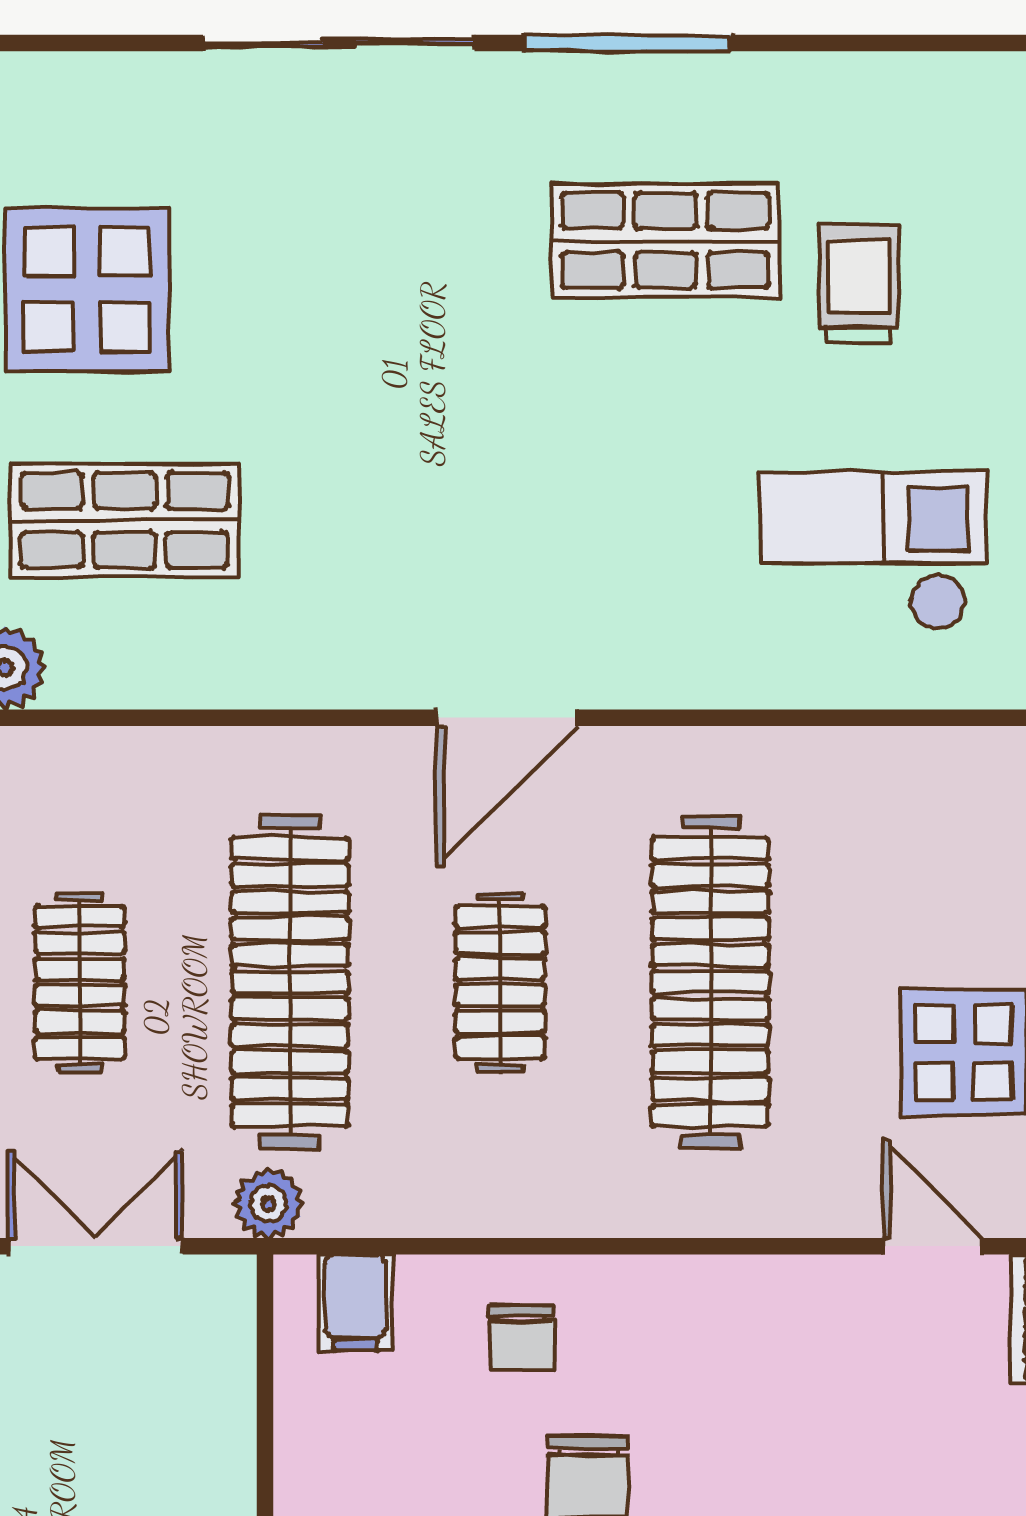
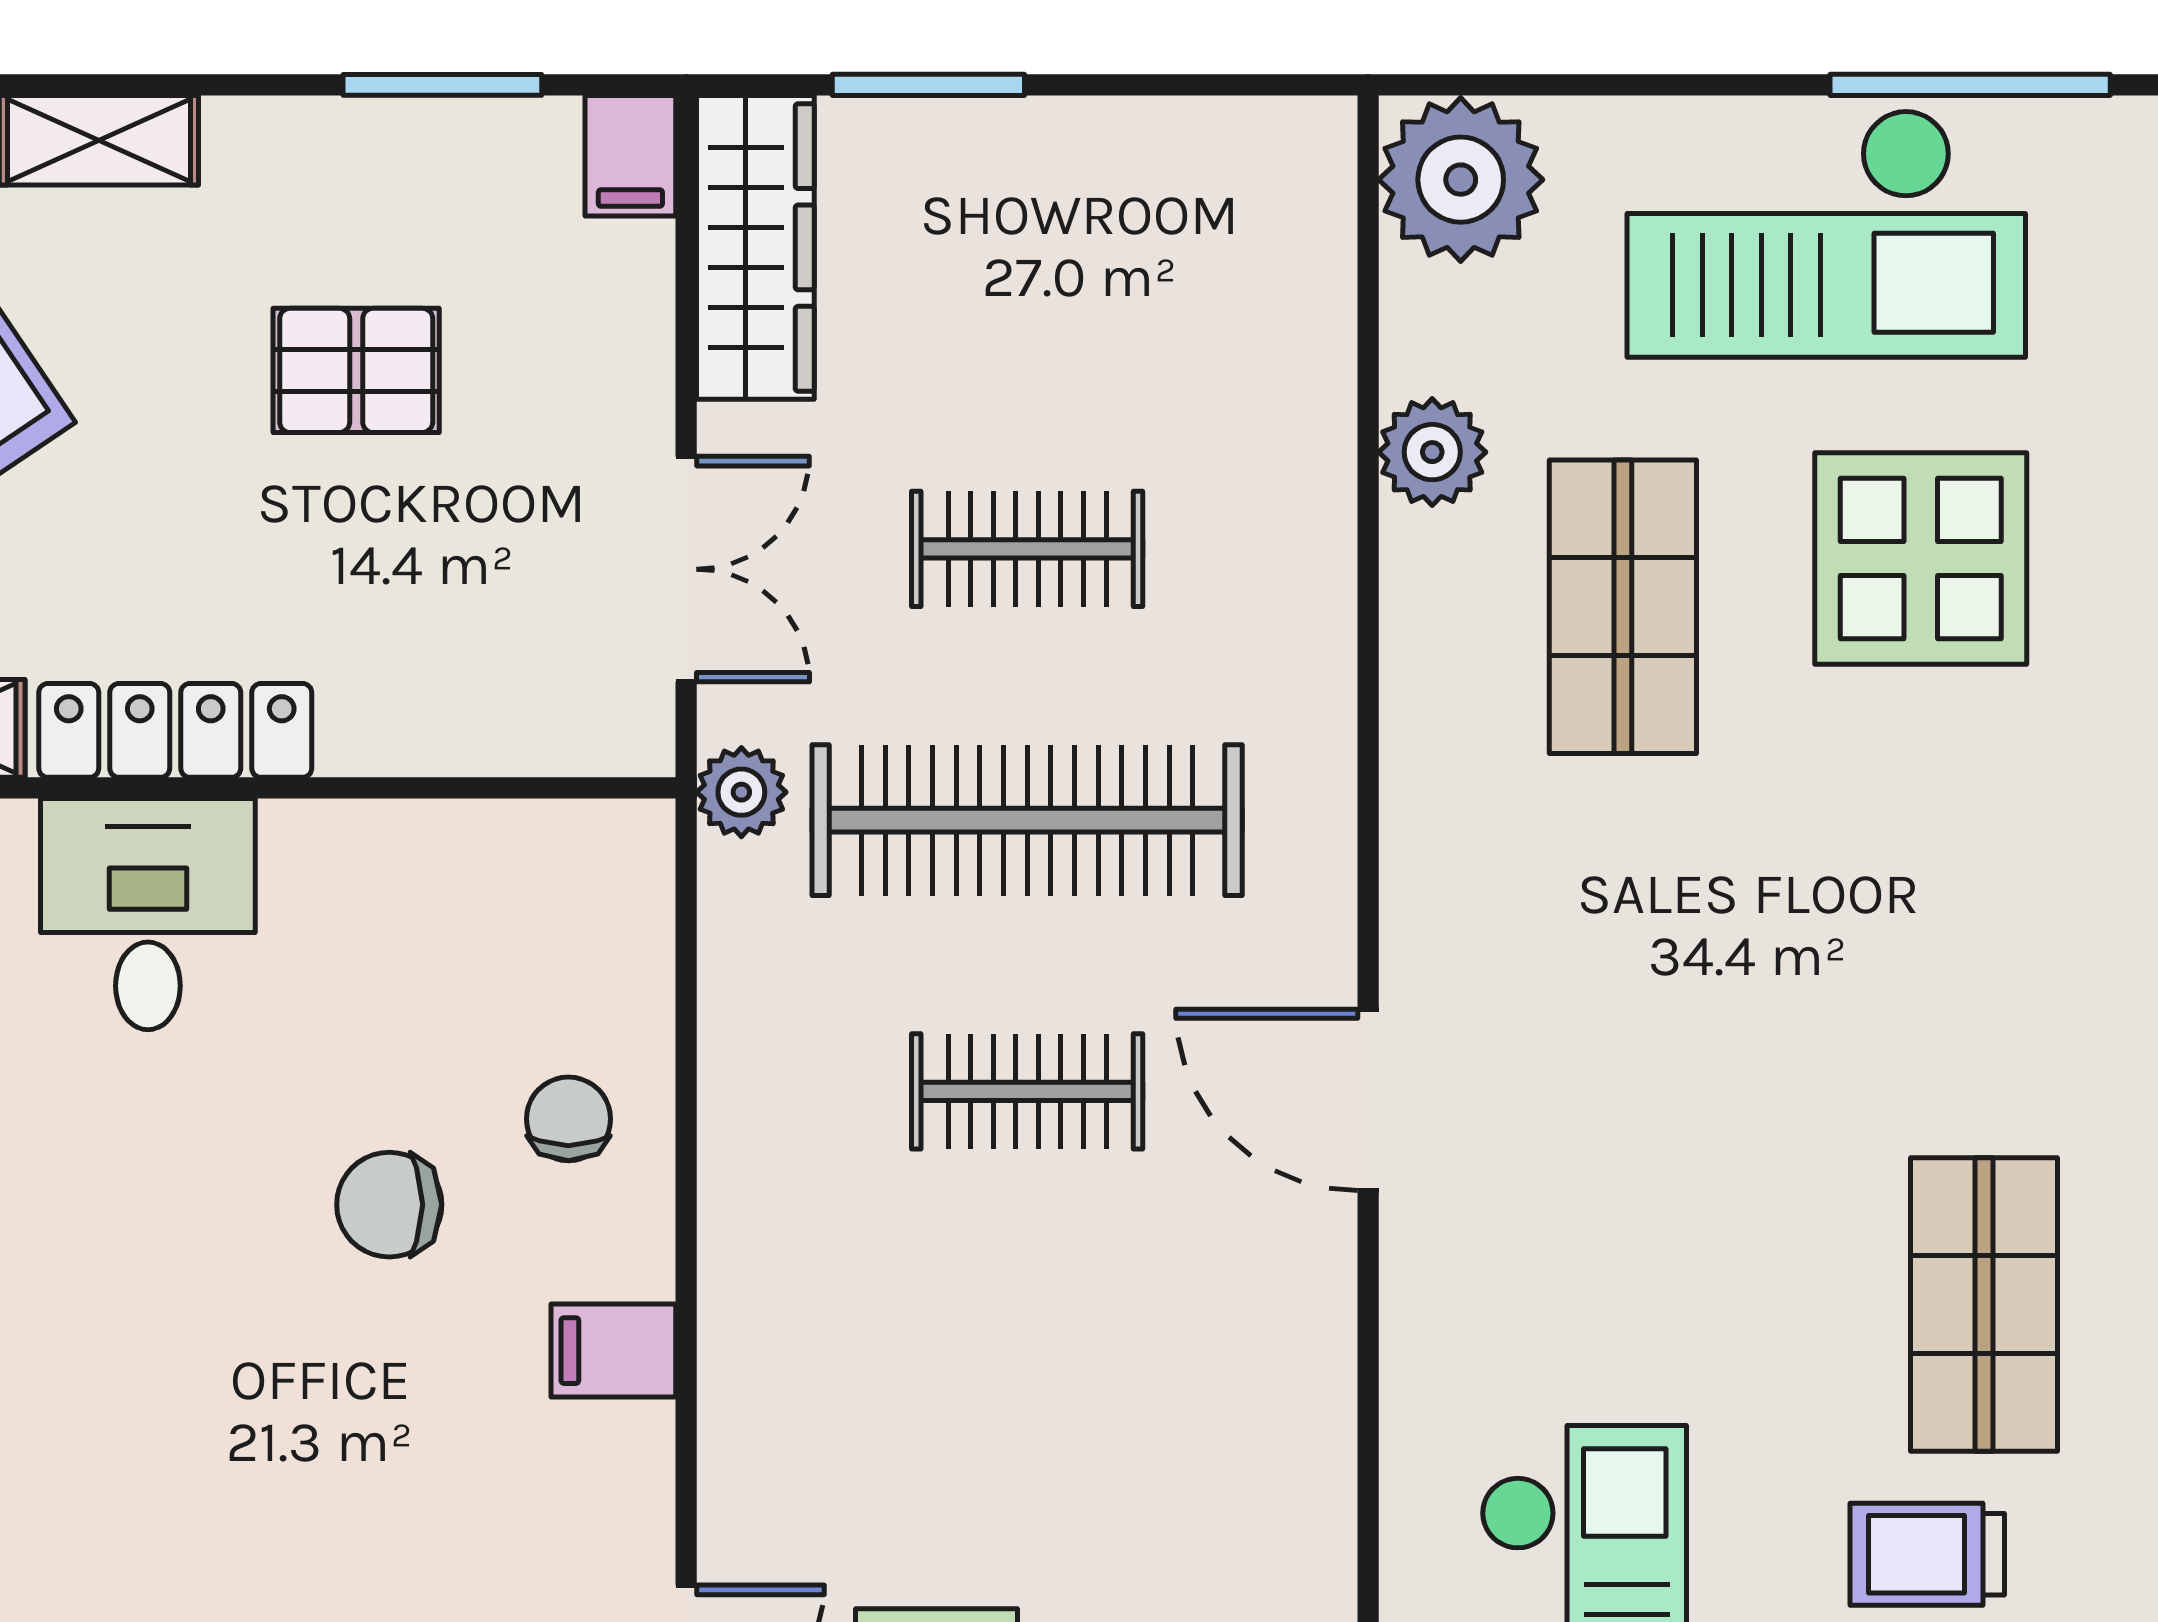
trolley: (859, 284) -> (1927, 1554), turned 180
clothes rail: (710, 982) -> (1027, 1362), removed
filing cabinet: (356, 1303) -> (613, 1351), moved
chair: (522, 1338) -> (568, 1119), turned 90

